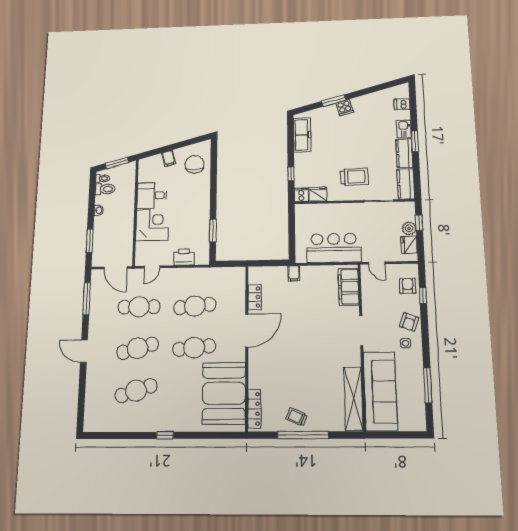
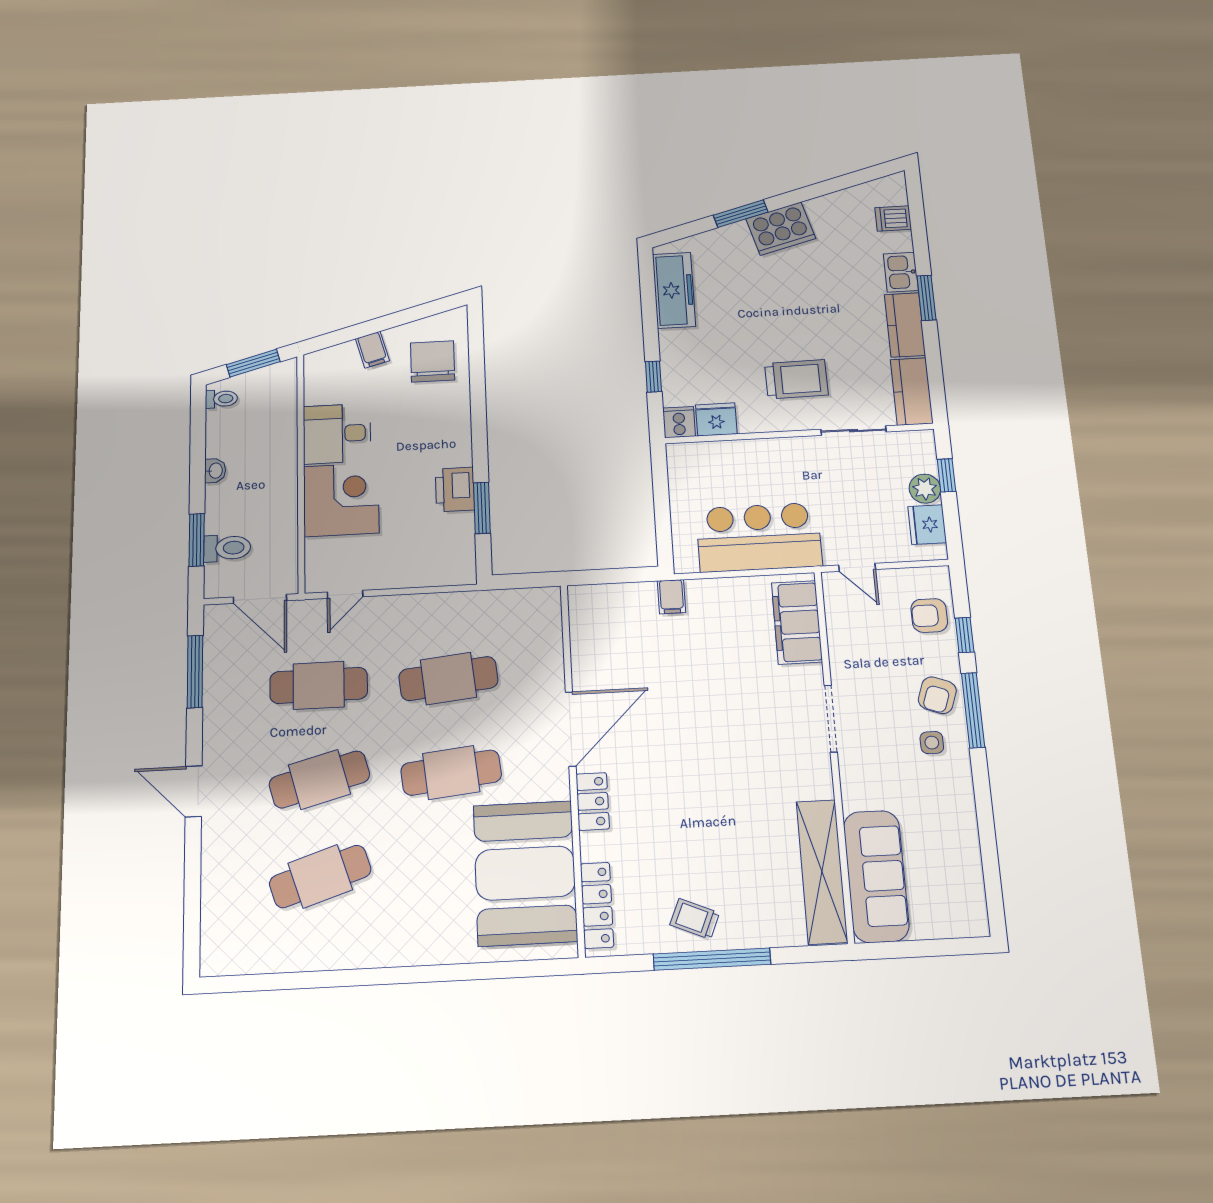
cooker: (345, 108) -> (781, 229), width x1.87, depth x1.31
toilet: (105, 189) -> (227, 548), moved
printer: (184, 257) -> (455, 489), moved, turned -90
armchair: (408, 286) -> (929, 615), turned -90
locker: (255, 297) -> (593, 801), moved
window: (428, 385) -> (973, 710), moved
sofa: (380, 391) -> (876, 876), width x0.74, depth x0.79
window: (165, 435) -> (392, 976), removed

